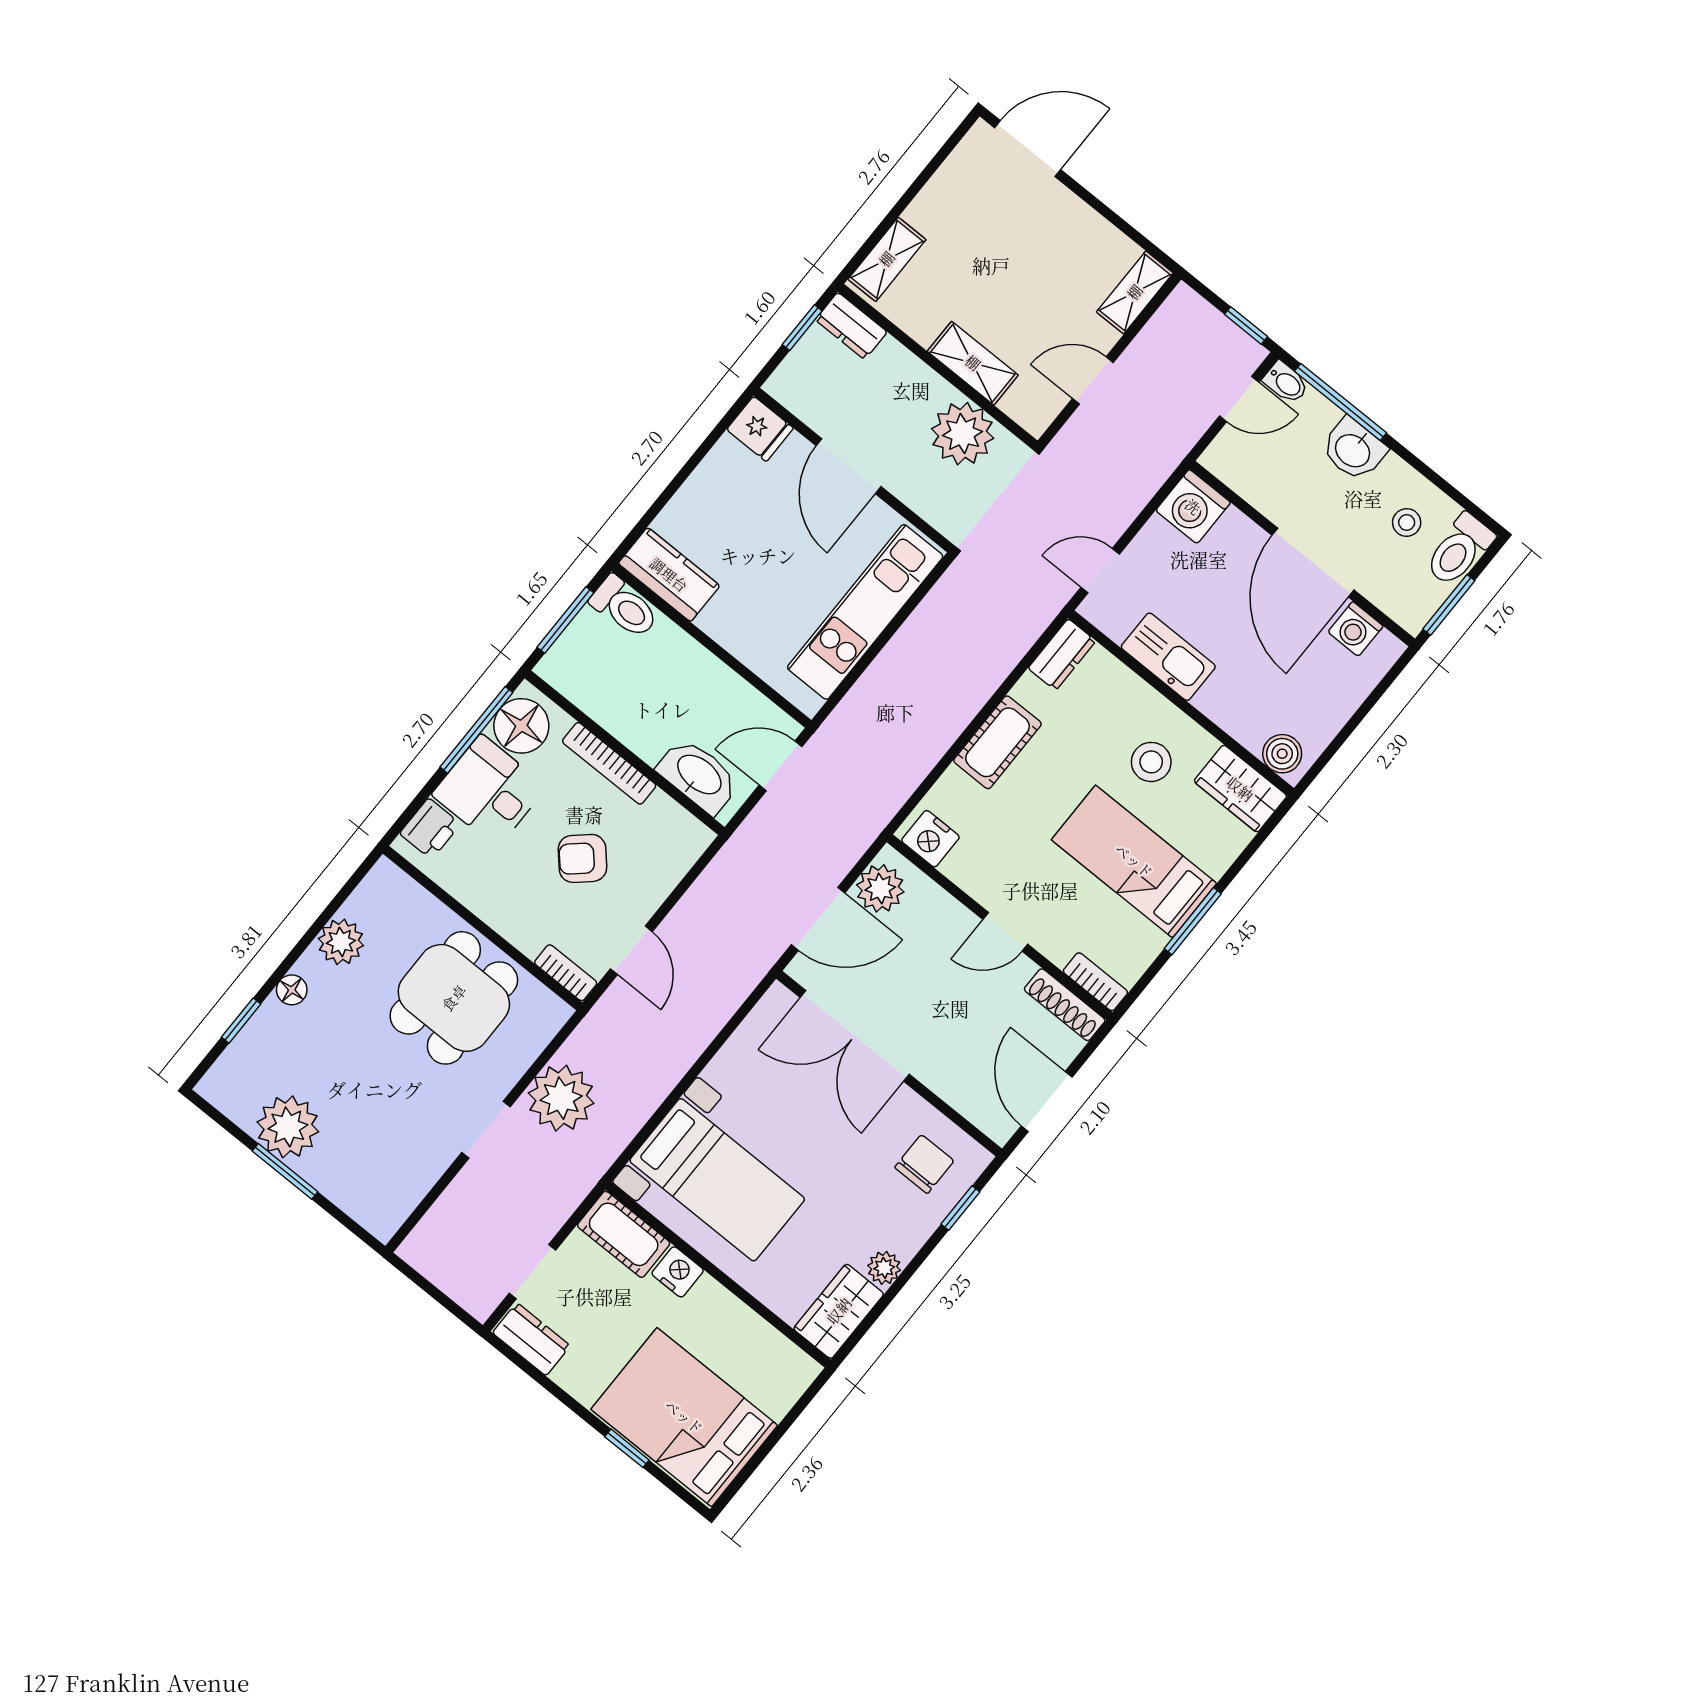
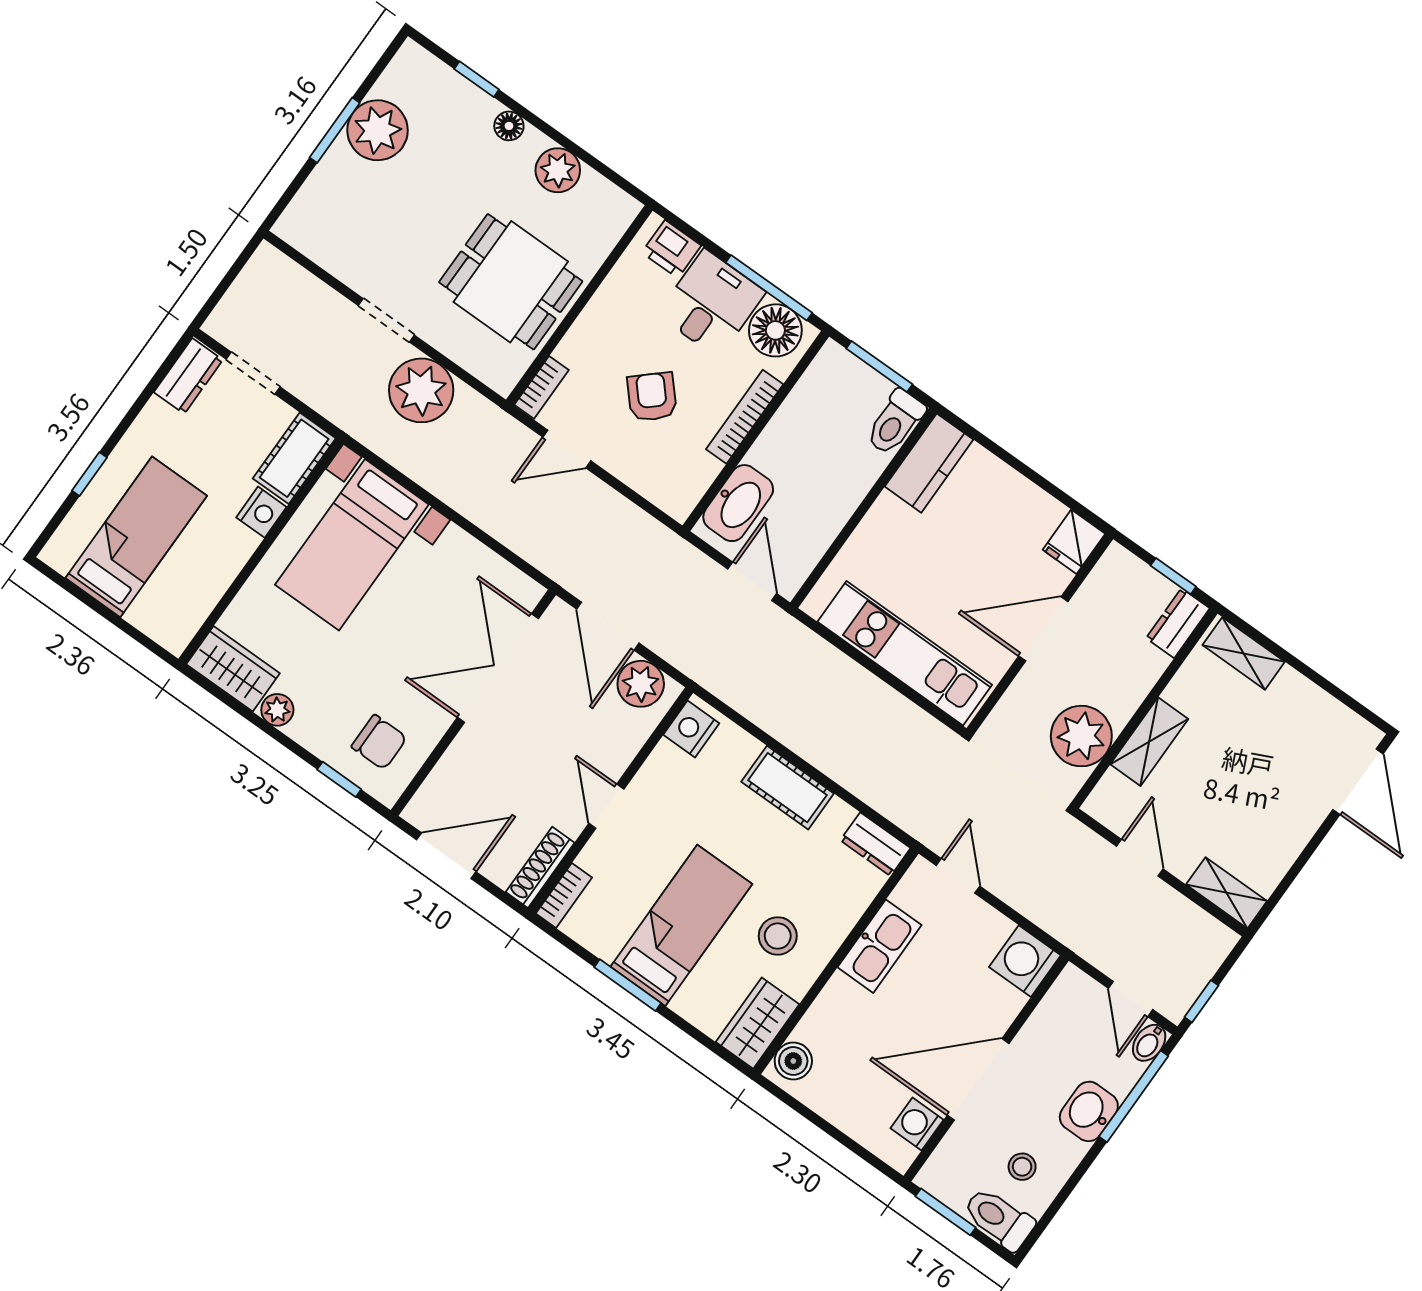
bed: (684, 1417) -> (136, 537), width x0.67

